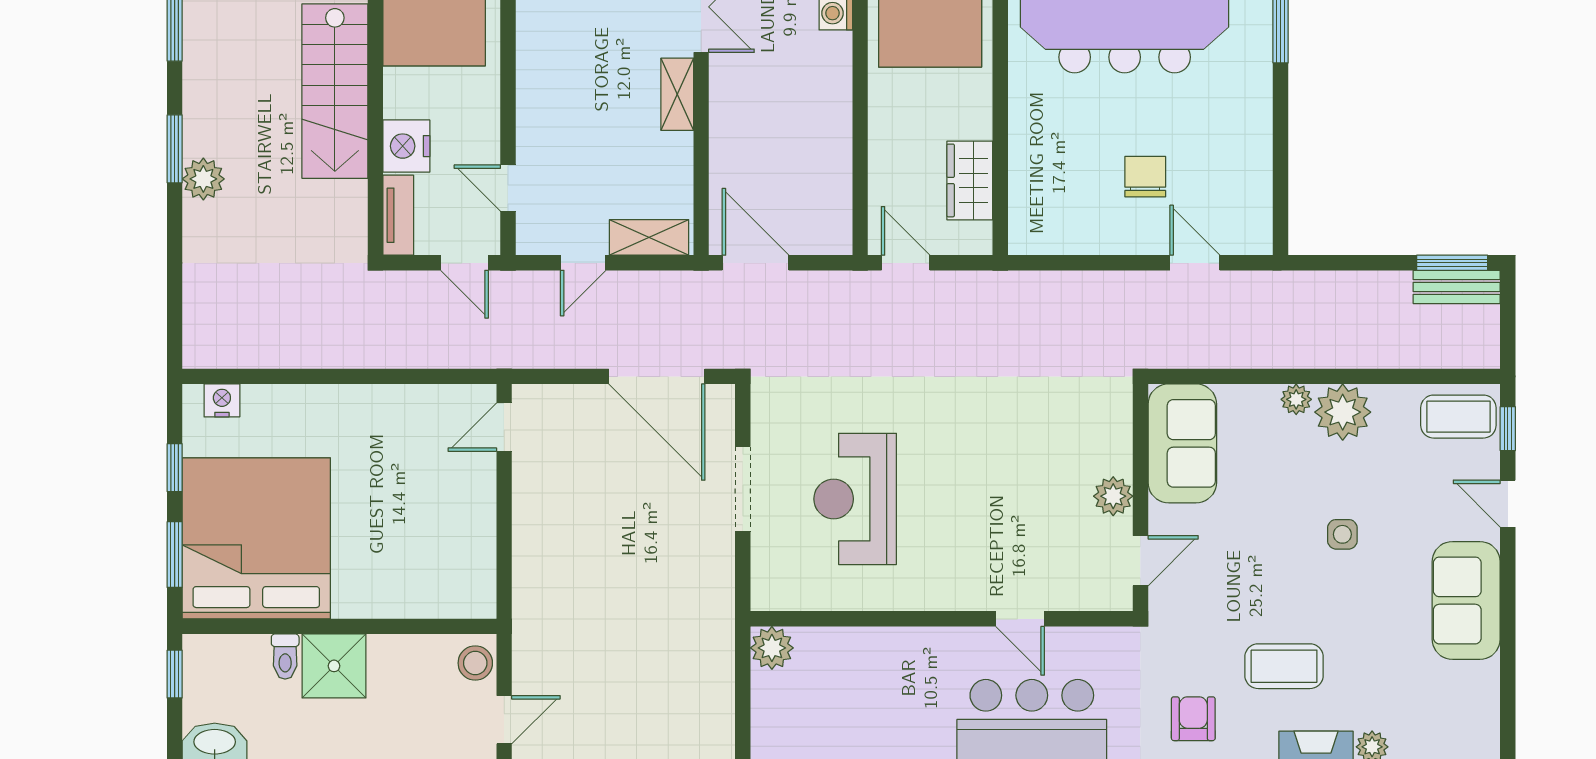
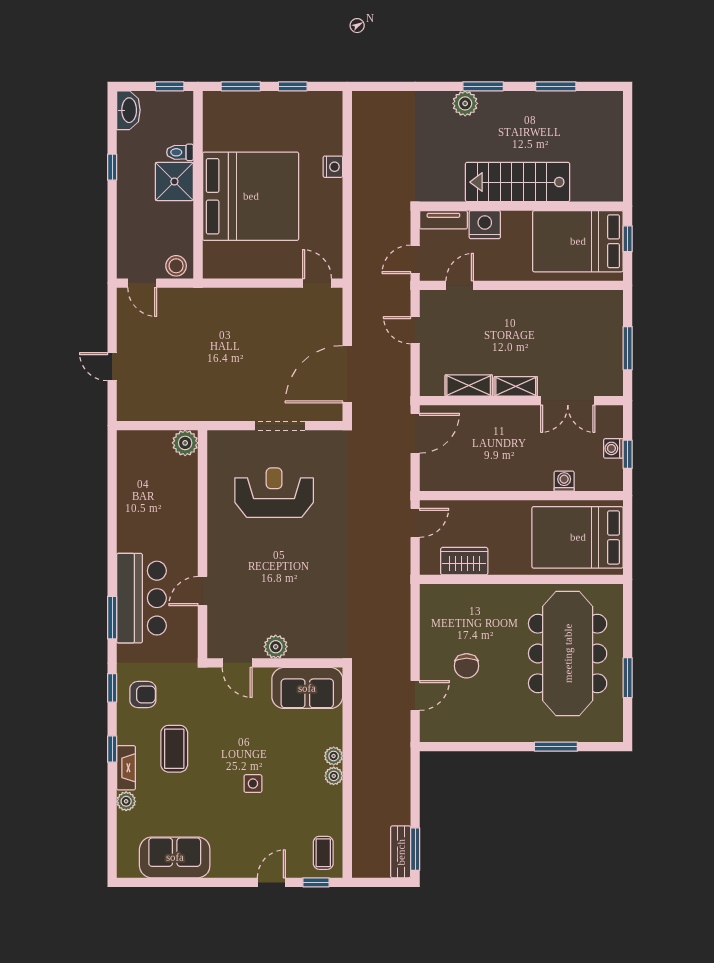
chair: (1145, 177) -> (467, 666), turned 90
shelving: (649, 237) -> (469, 386), moved, turned 90
nightstand: (222, 400) -> (333, 167), moved
plant: (1343, 412) -> (334, 776), width x0.53, depth x0.53
coffee table: (1458, 417) -> (323, 853), width x0.73, depth x0.77
bed: (256, 538) -> (251, 196), moved
sofa: (1466, 600) -> (175, 857), moved

